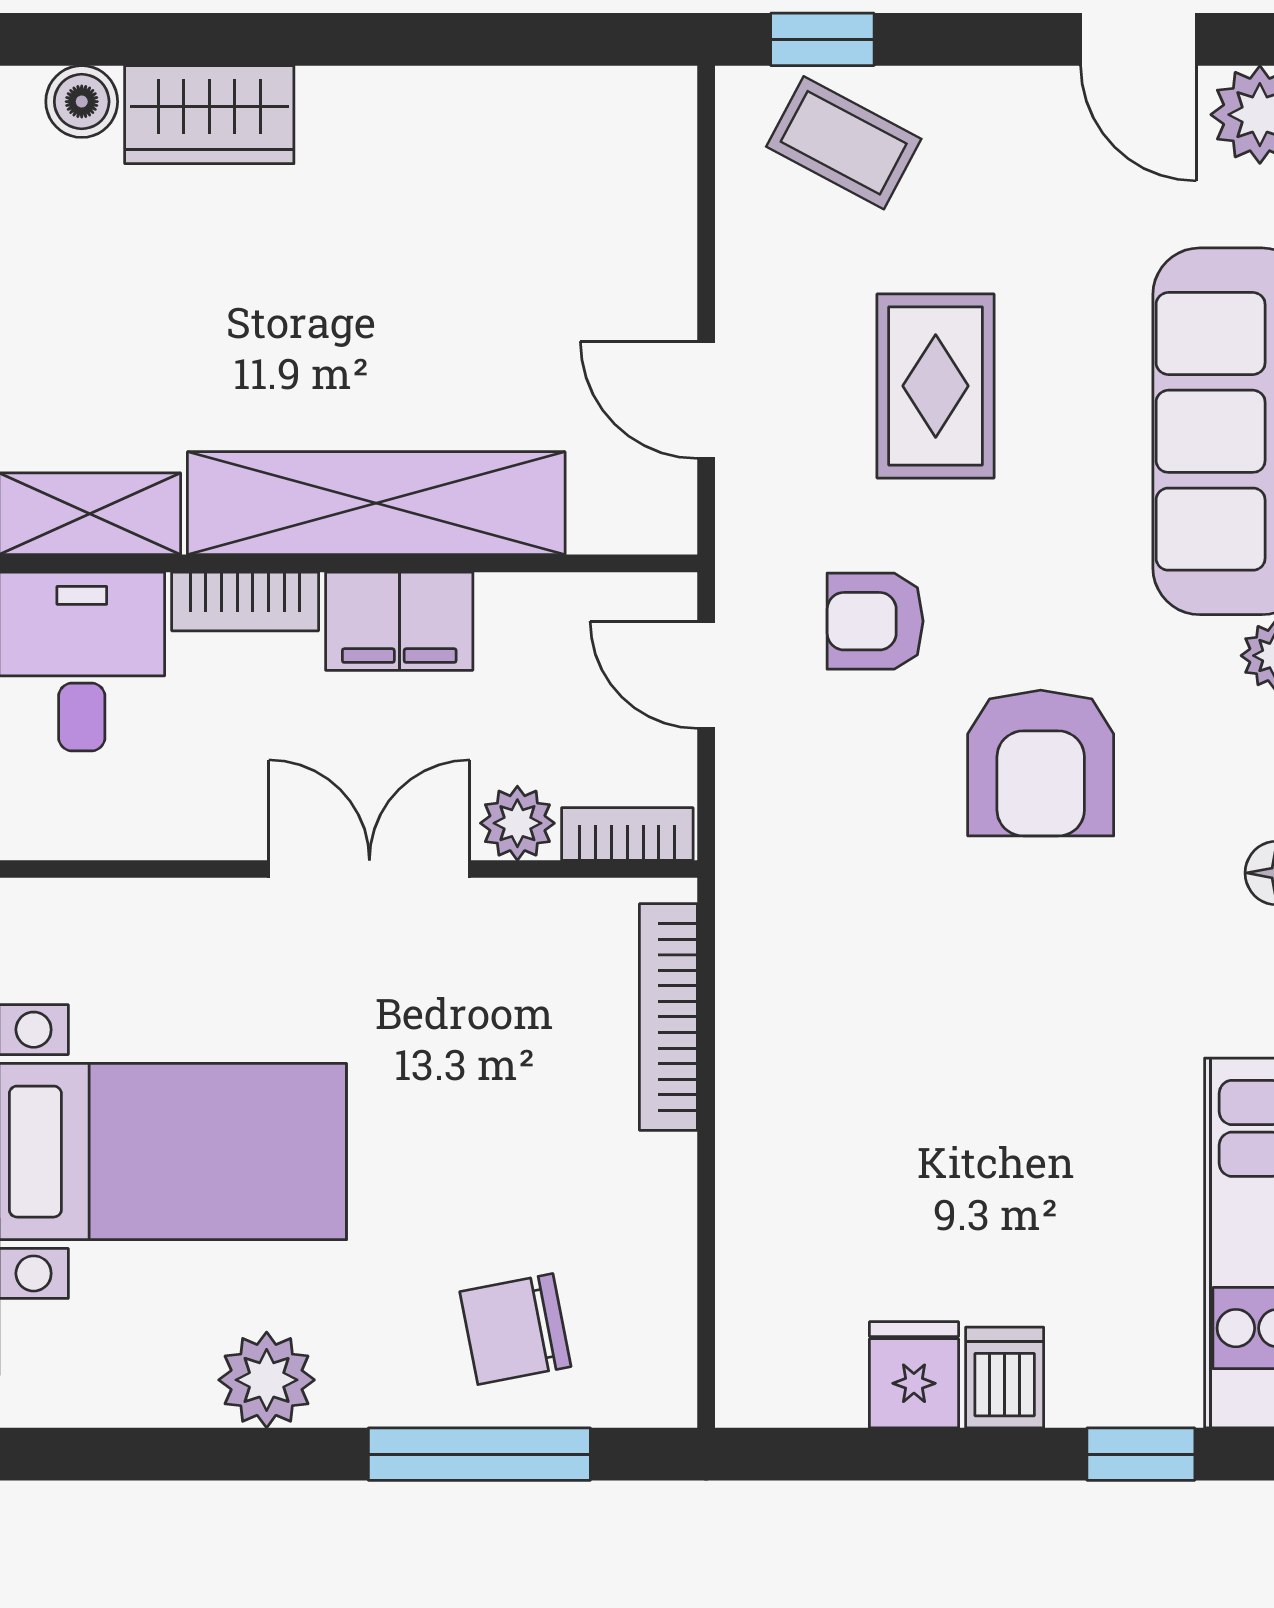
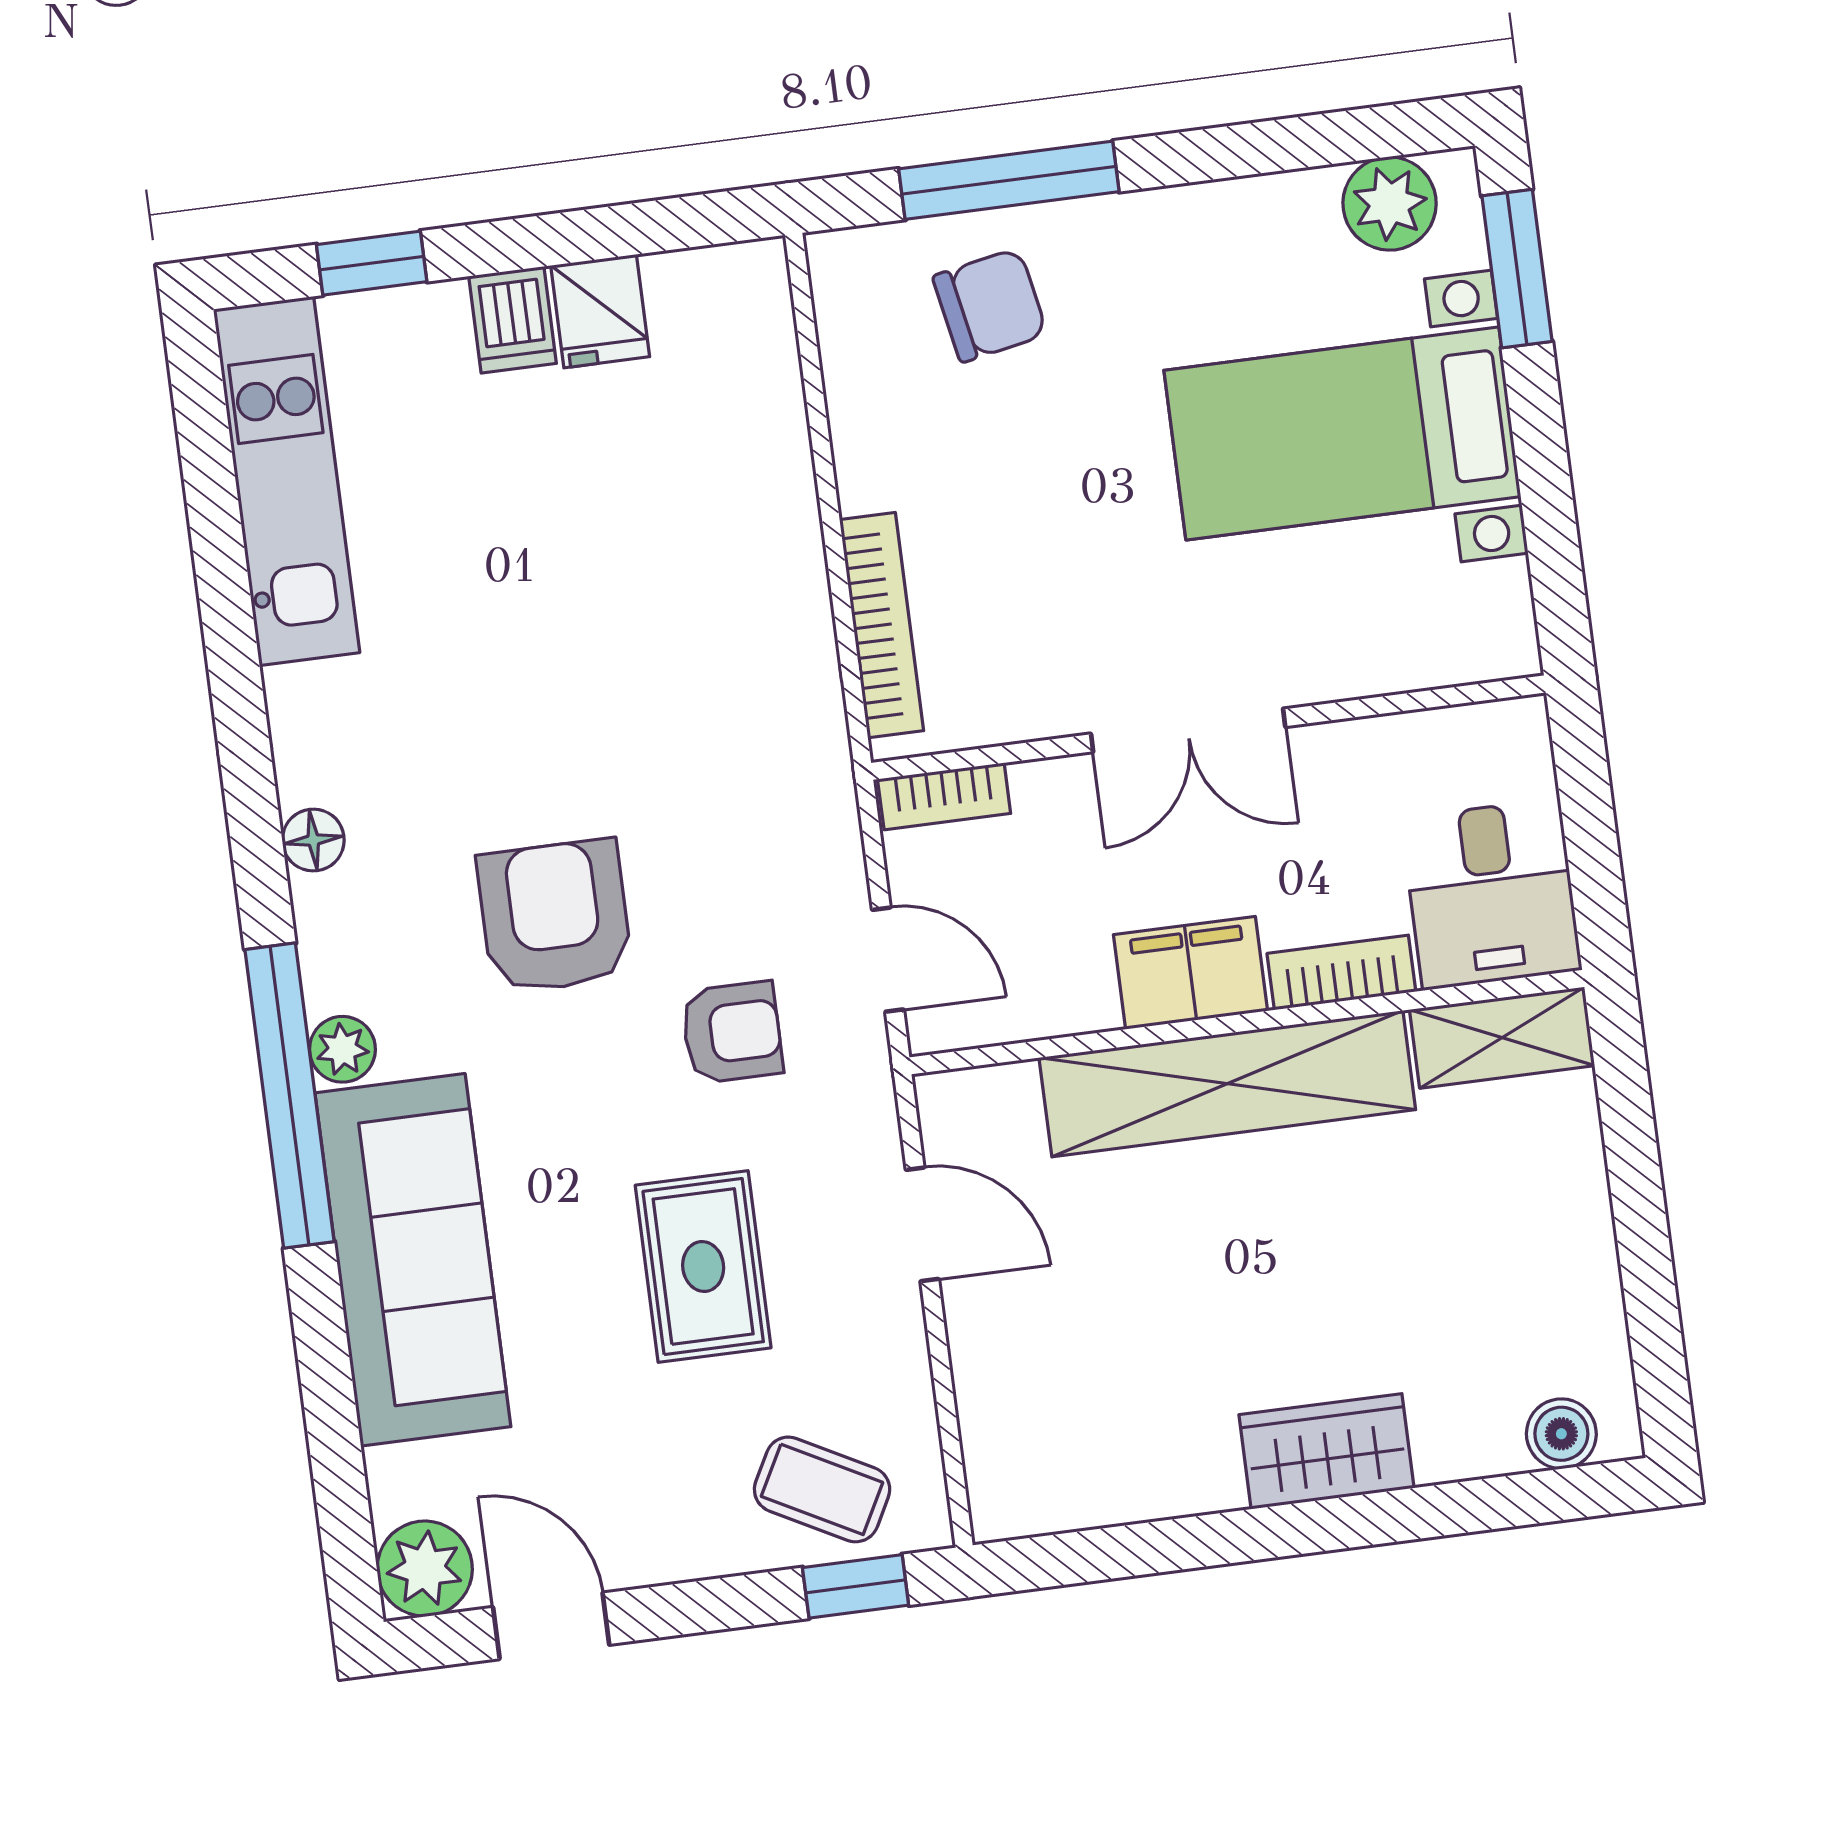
wardrobe: (209, 115) -> (1326, 1451), moved
plant: (517, 823) -> (1051, 793), removed
plant: (267, 1380) -> (1390, 204), moved

